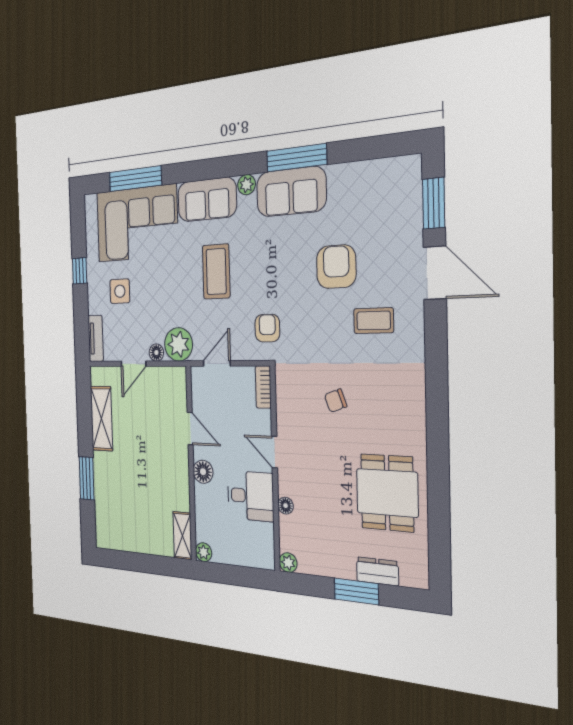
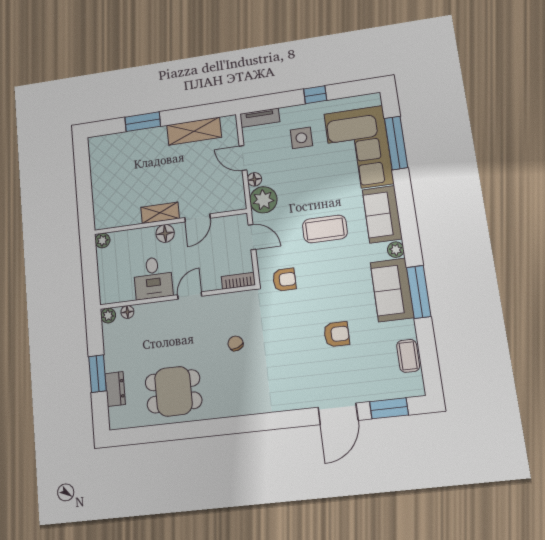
armchair: (336, 267) -> (337, 334), width x0.72, depth x0.72
coffee table: (374, 321) -> (408, 356), moved
floor lamp: (286, 506) -> (127, 312), moved
shelving: (182, 536) -> (160, 213), moved

